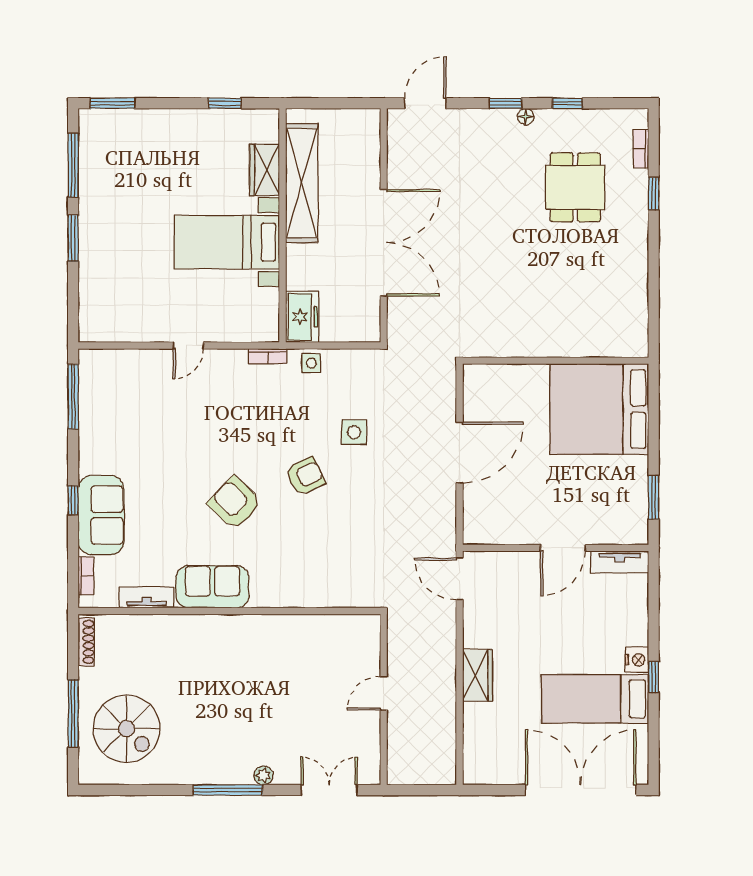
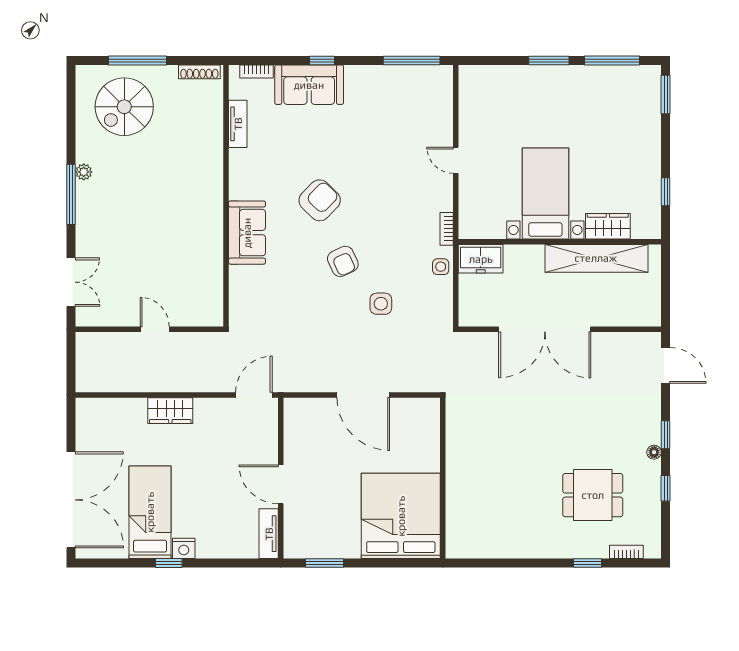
sofa: (212, 587) -> (247, 233), moved
plant: (264, 775) -> (84, 172), moved

